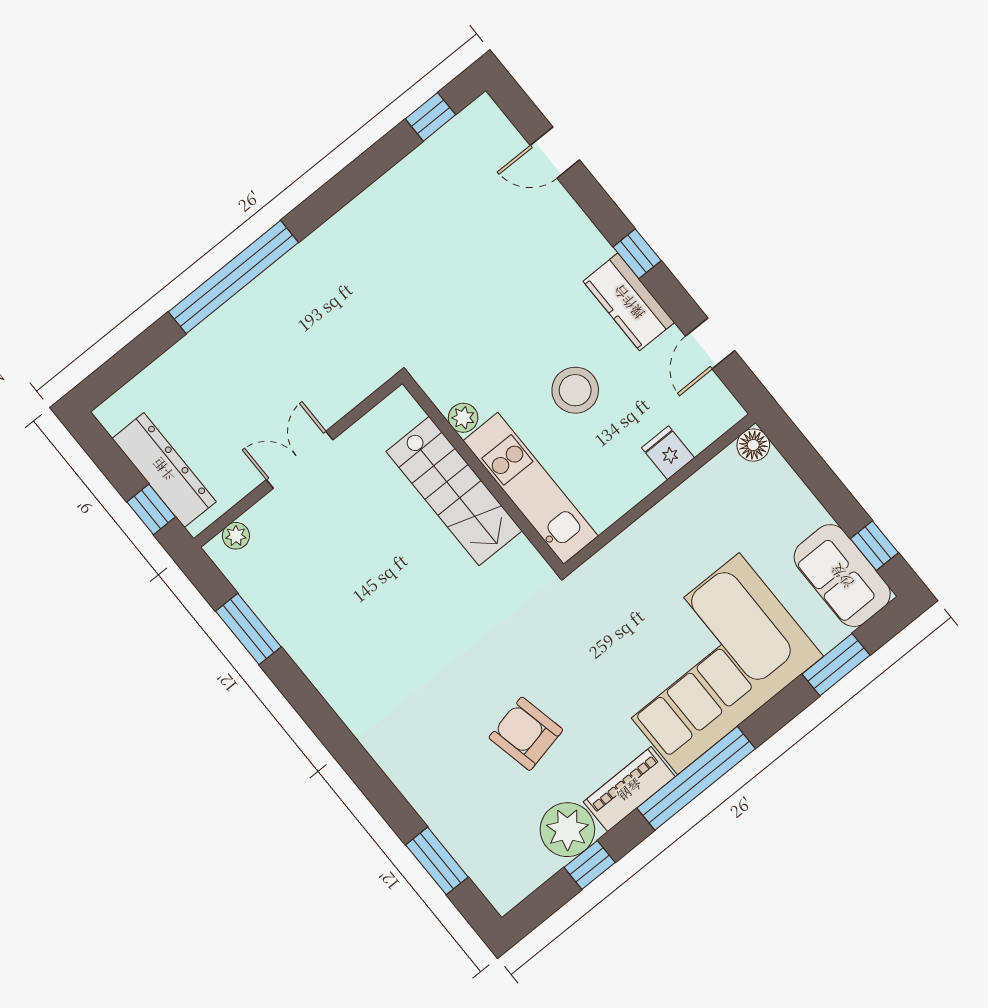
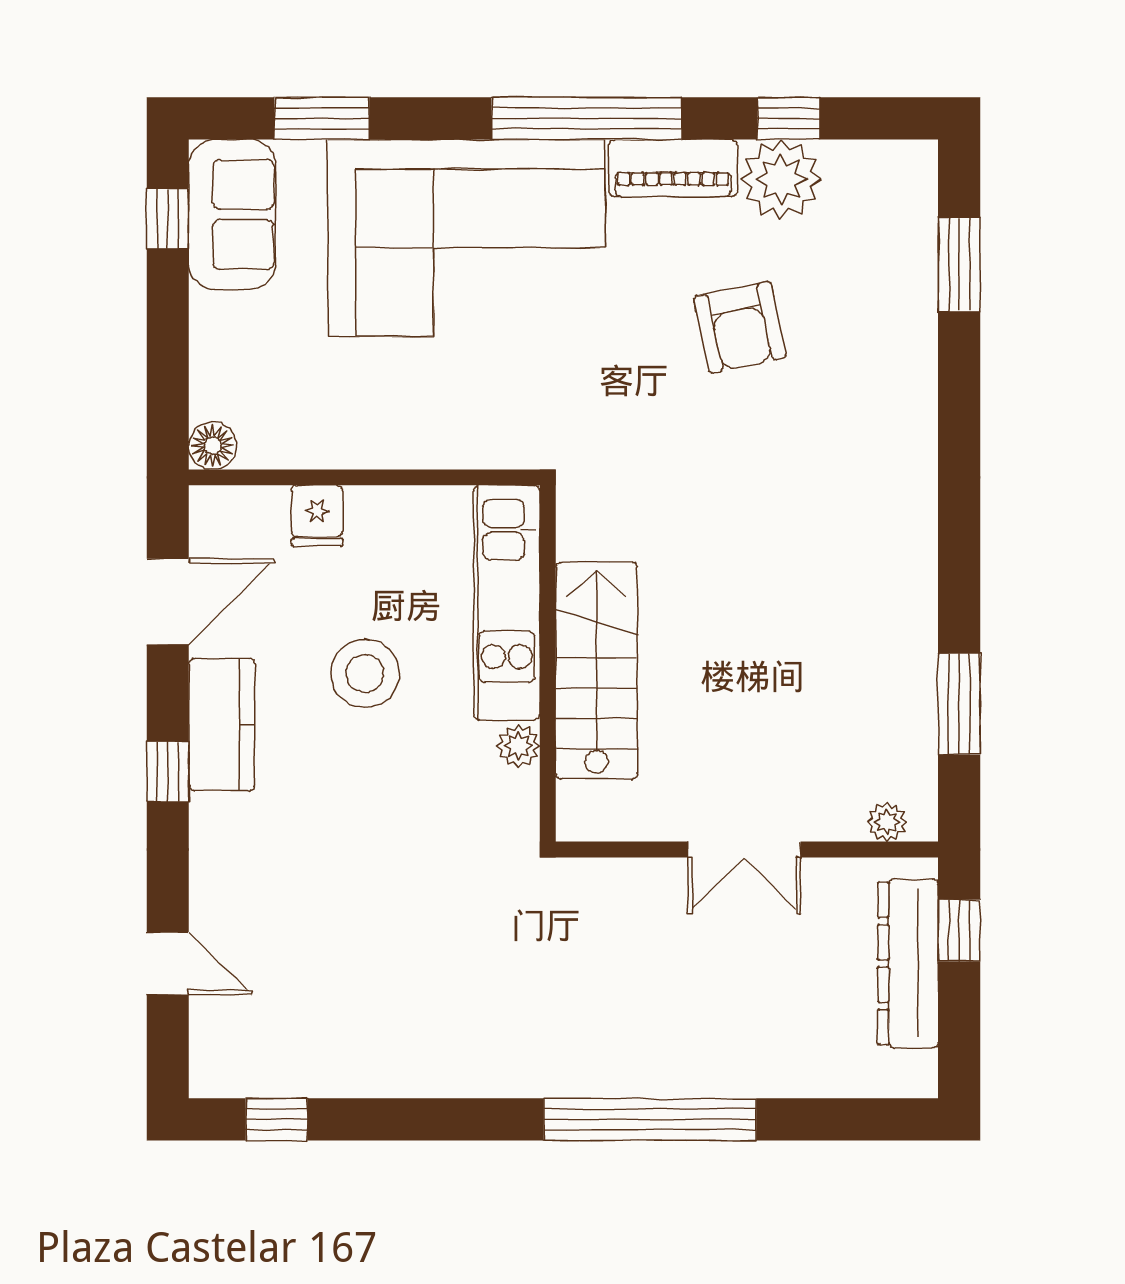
door: (710, 343) -> (168, 602), width x1.38

